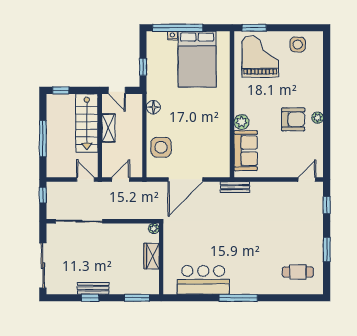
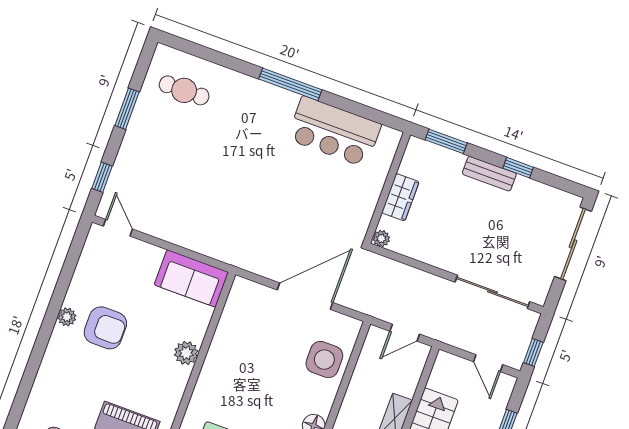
armchair: (293, 119) -> (105, 328), turned 180
sofa: (246, 151) -> (191, 278), moved, turned -90
door: (85, 179) -> (488, 363), moved
door: (307, 179) -> (118, 228), swing flipped
bench: (235, 187) -> (233, 256), removed
bench: (93, 288) -> (489, 174), moved

